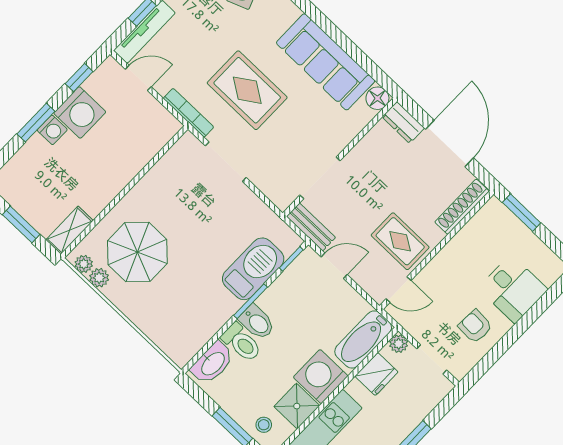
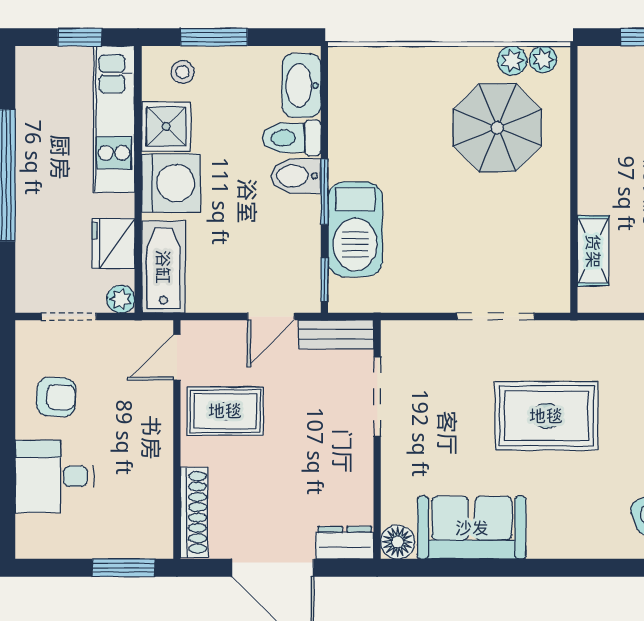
sofa: (326, 62) -> (472, 528), width x0.73
bookcase: (189, 113) -> (586, 331), removed
shelving: (69, 230) -> (593, 251), moved

